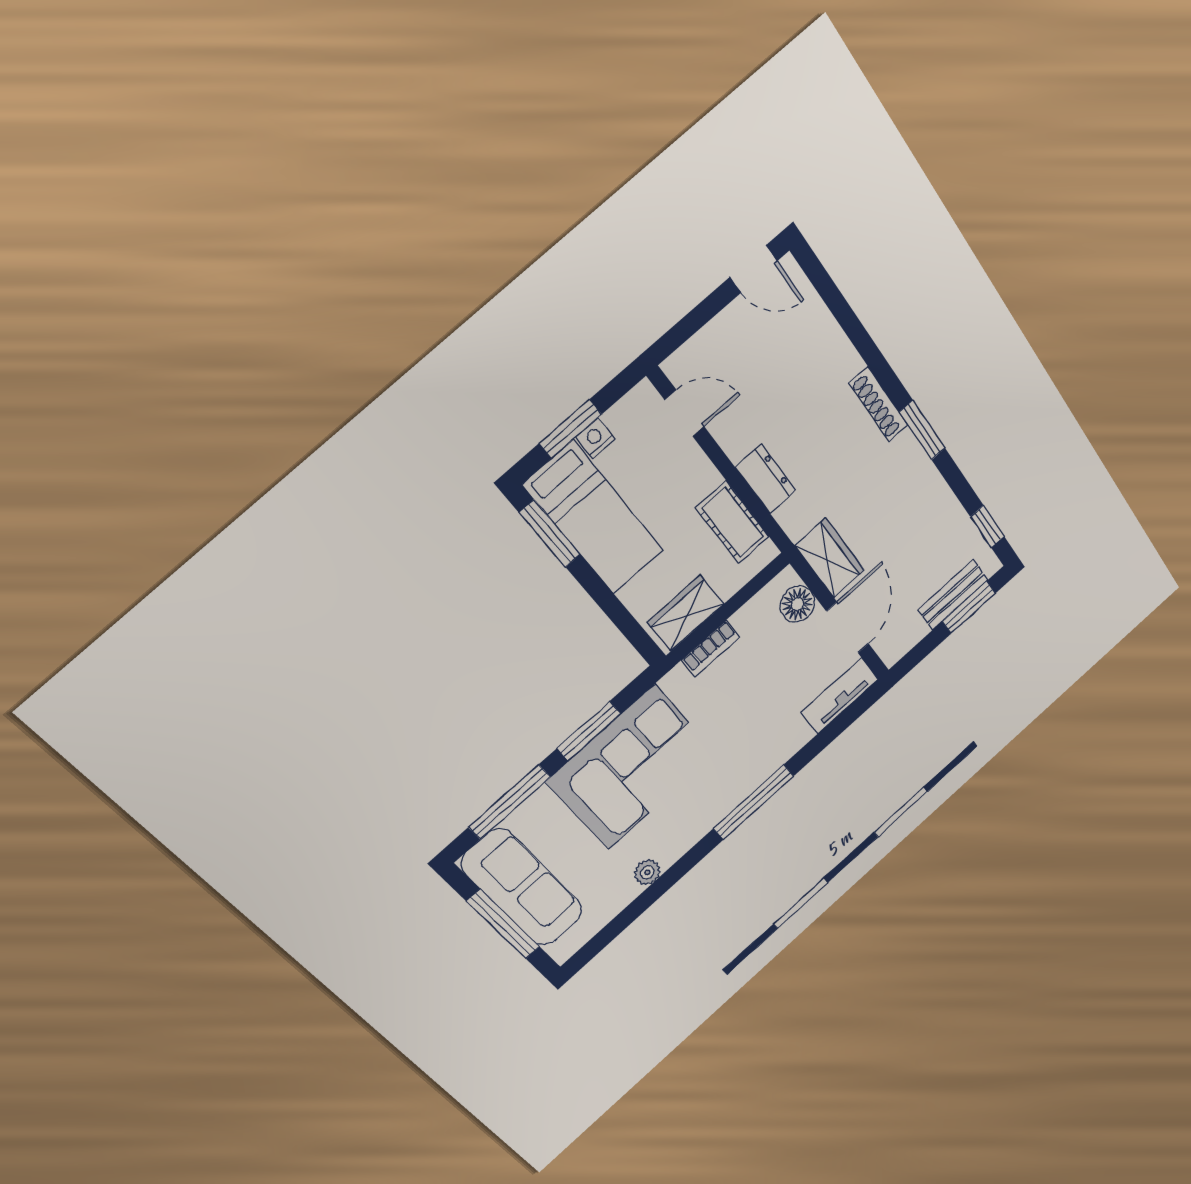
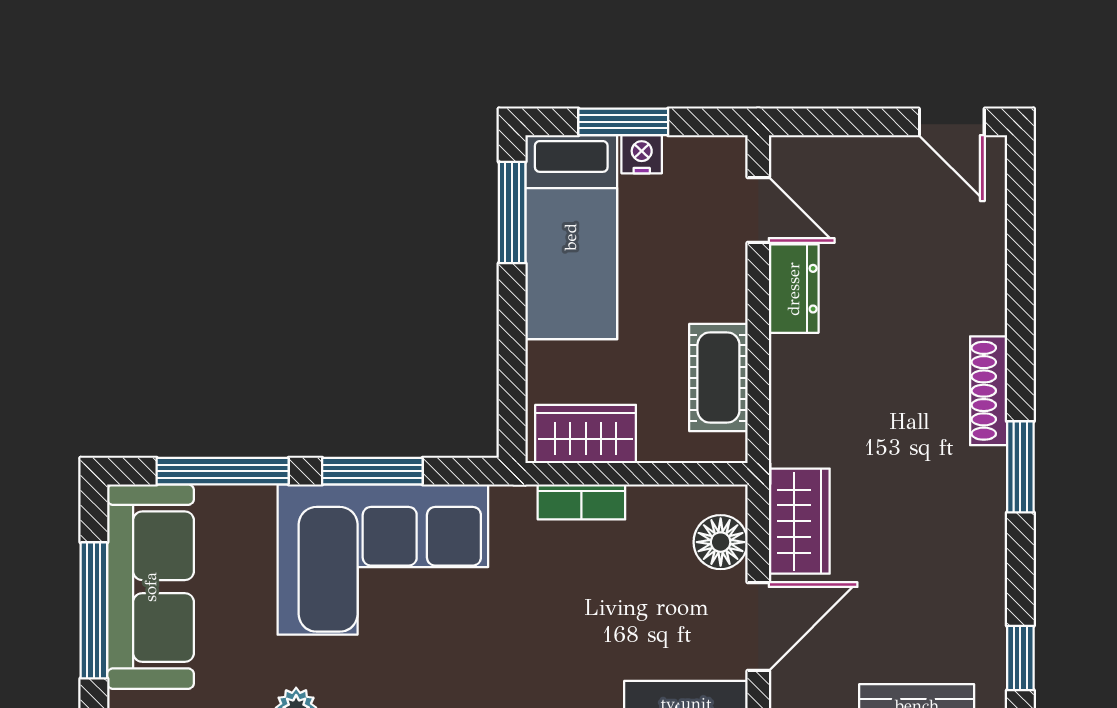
dresser: (766, 479) -> (794, 289), moved

